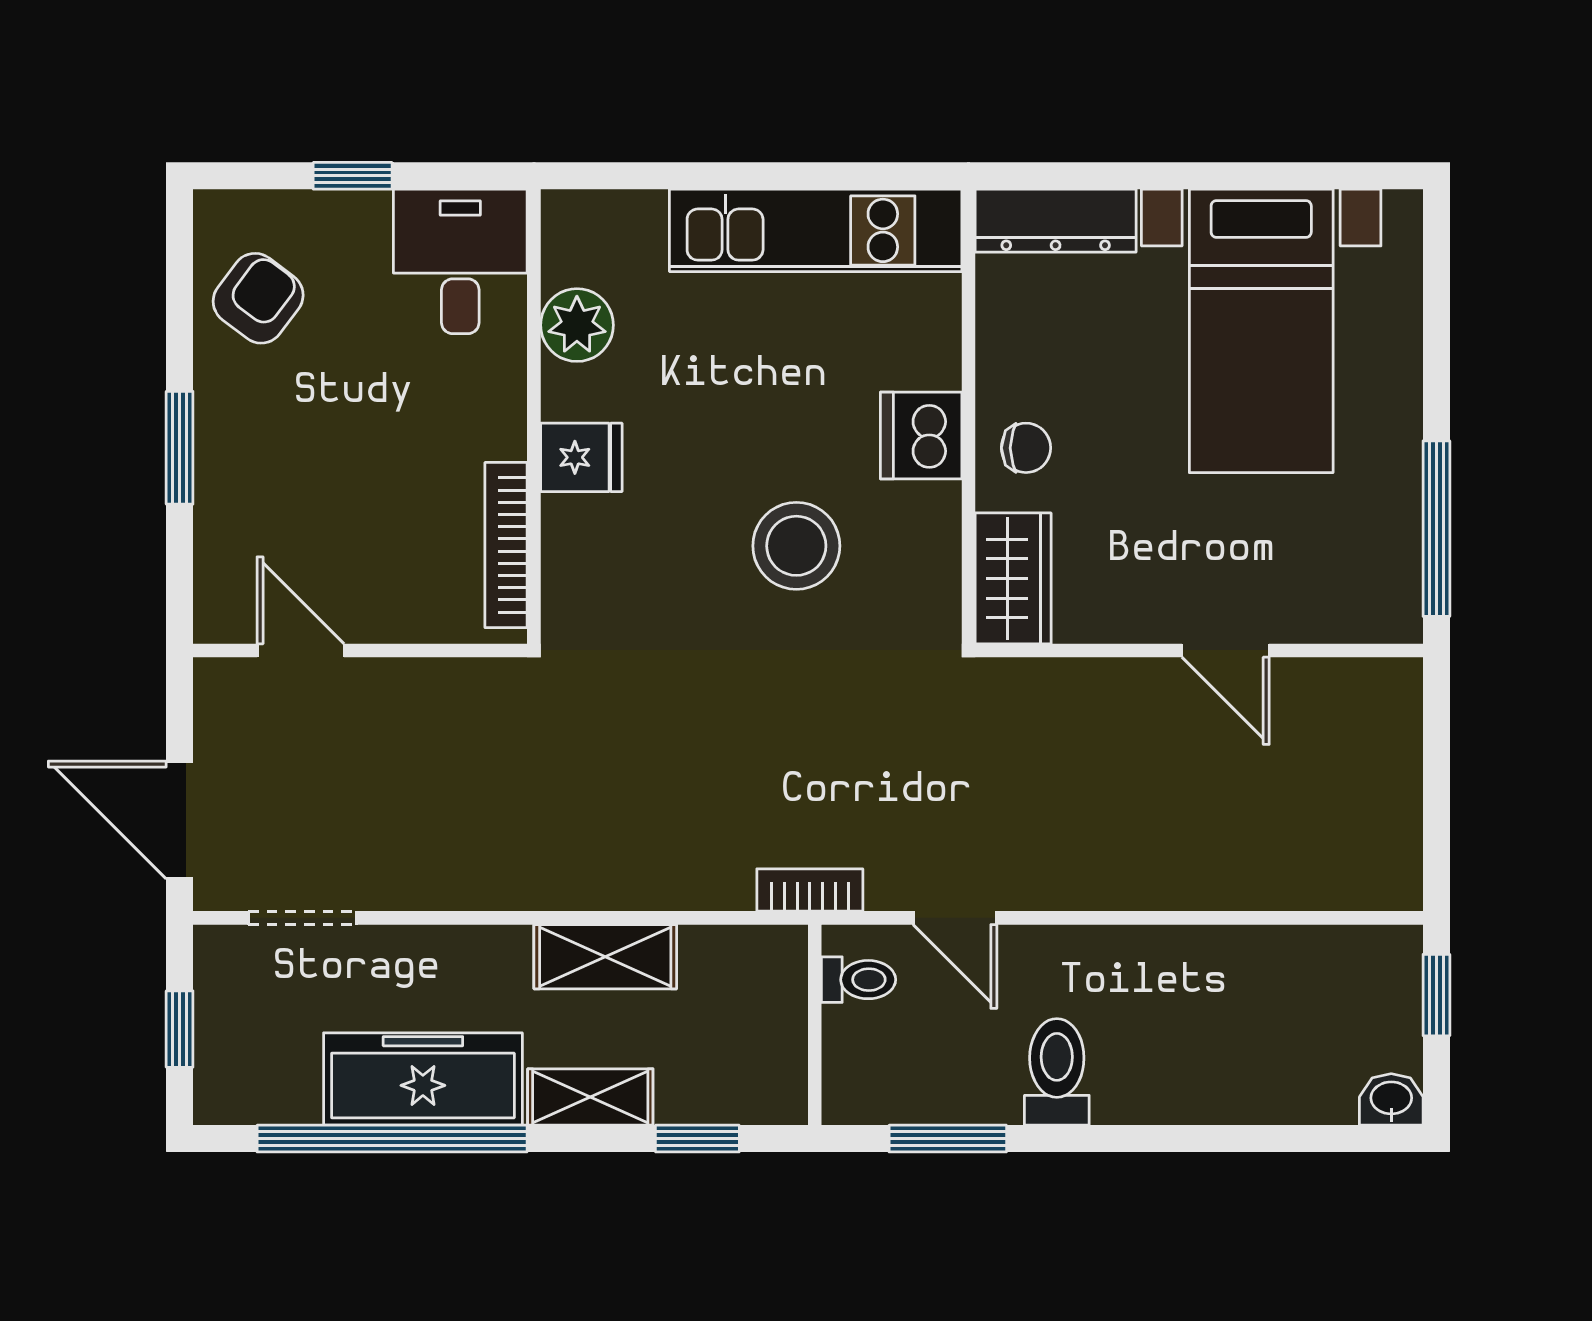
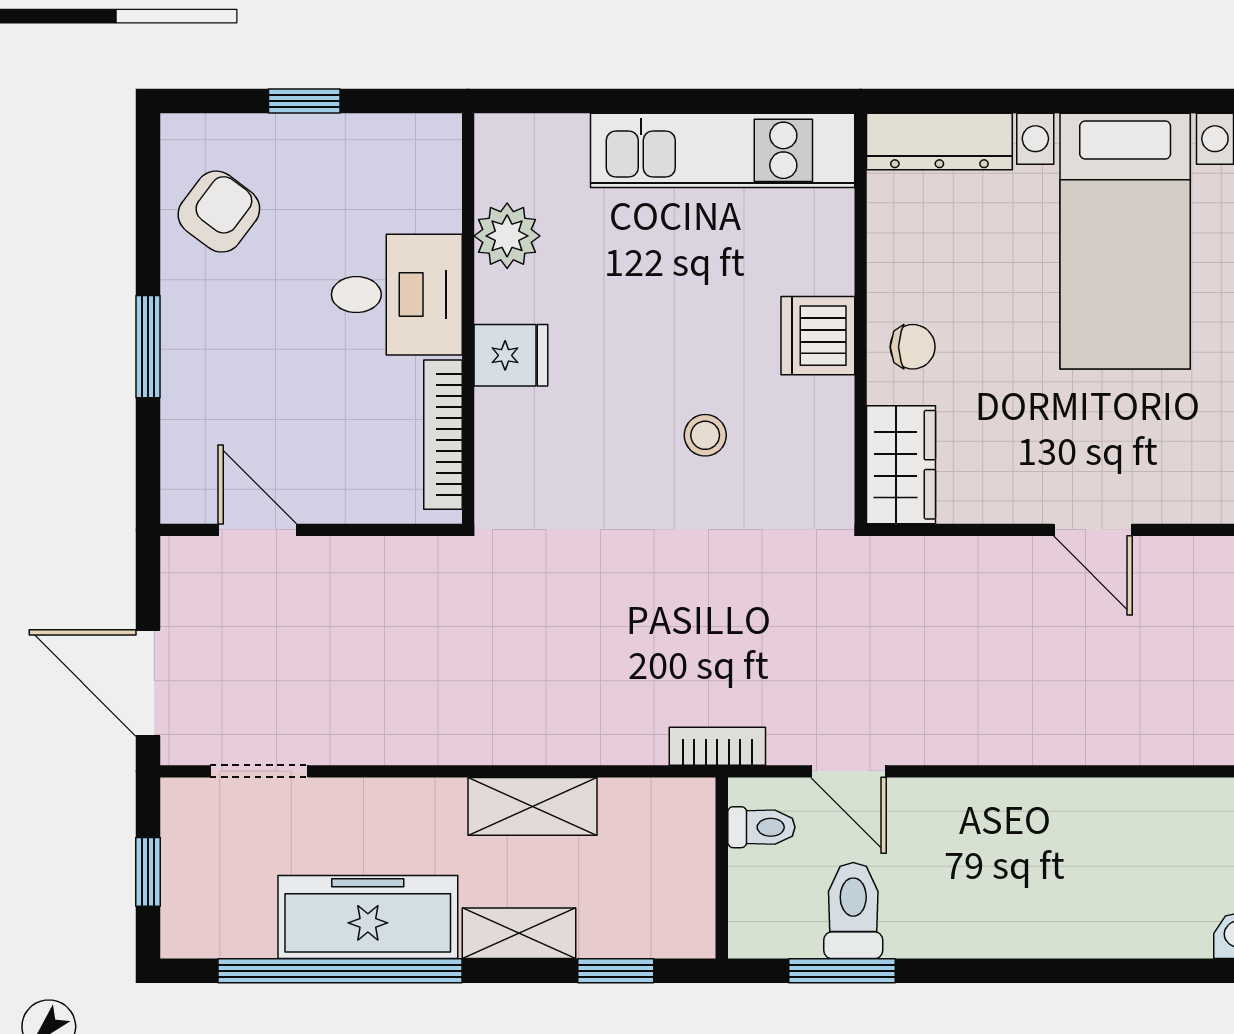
desk: (460, 261) -> (397, 295), moved, turned 90
stool: (796, 546) -> (705, 435), width x0.53, depth x0.53
toilet: (1057, 1072) -> (853, 911), moved

